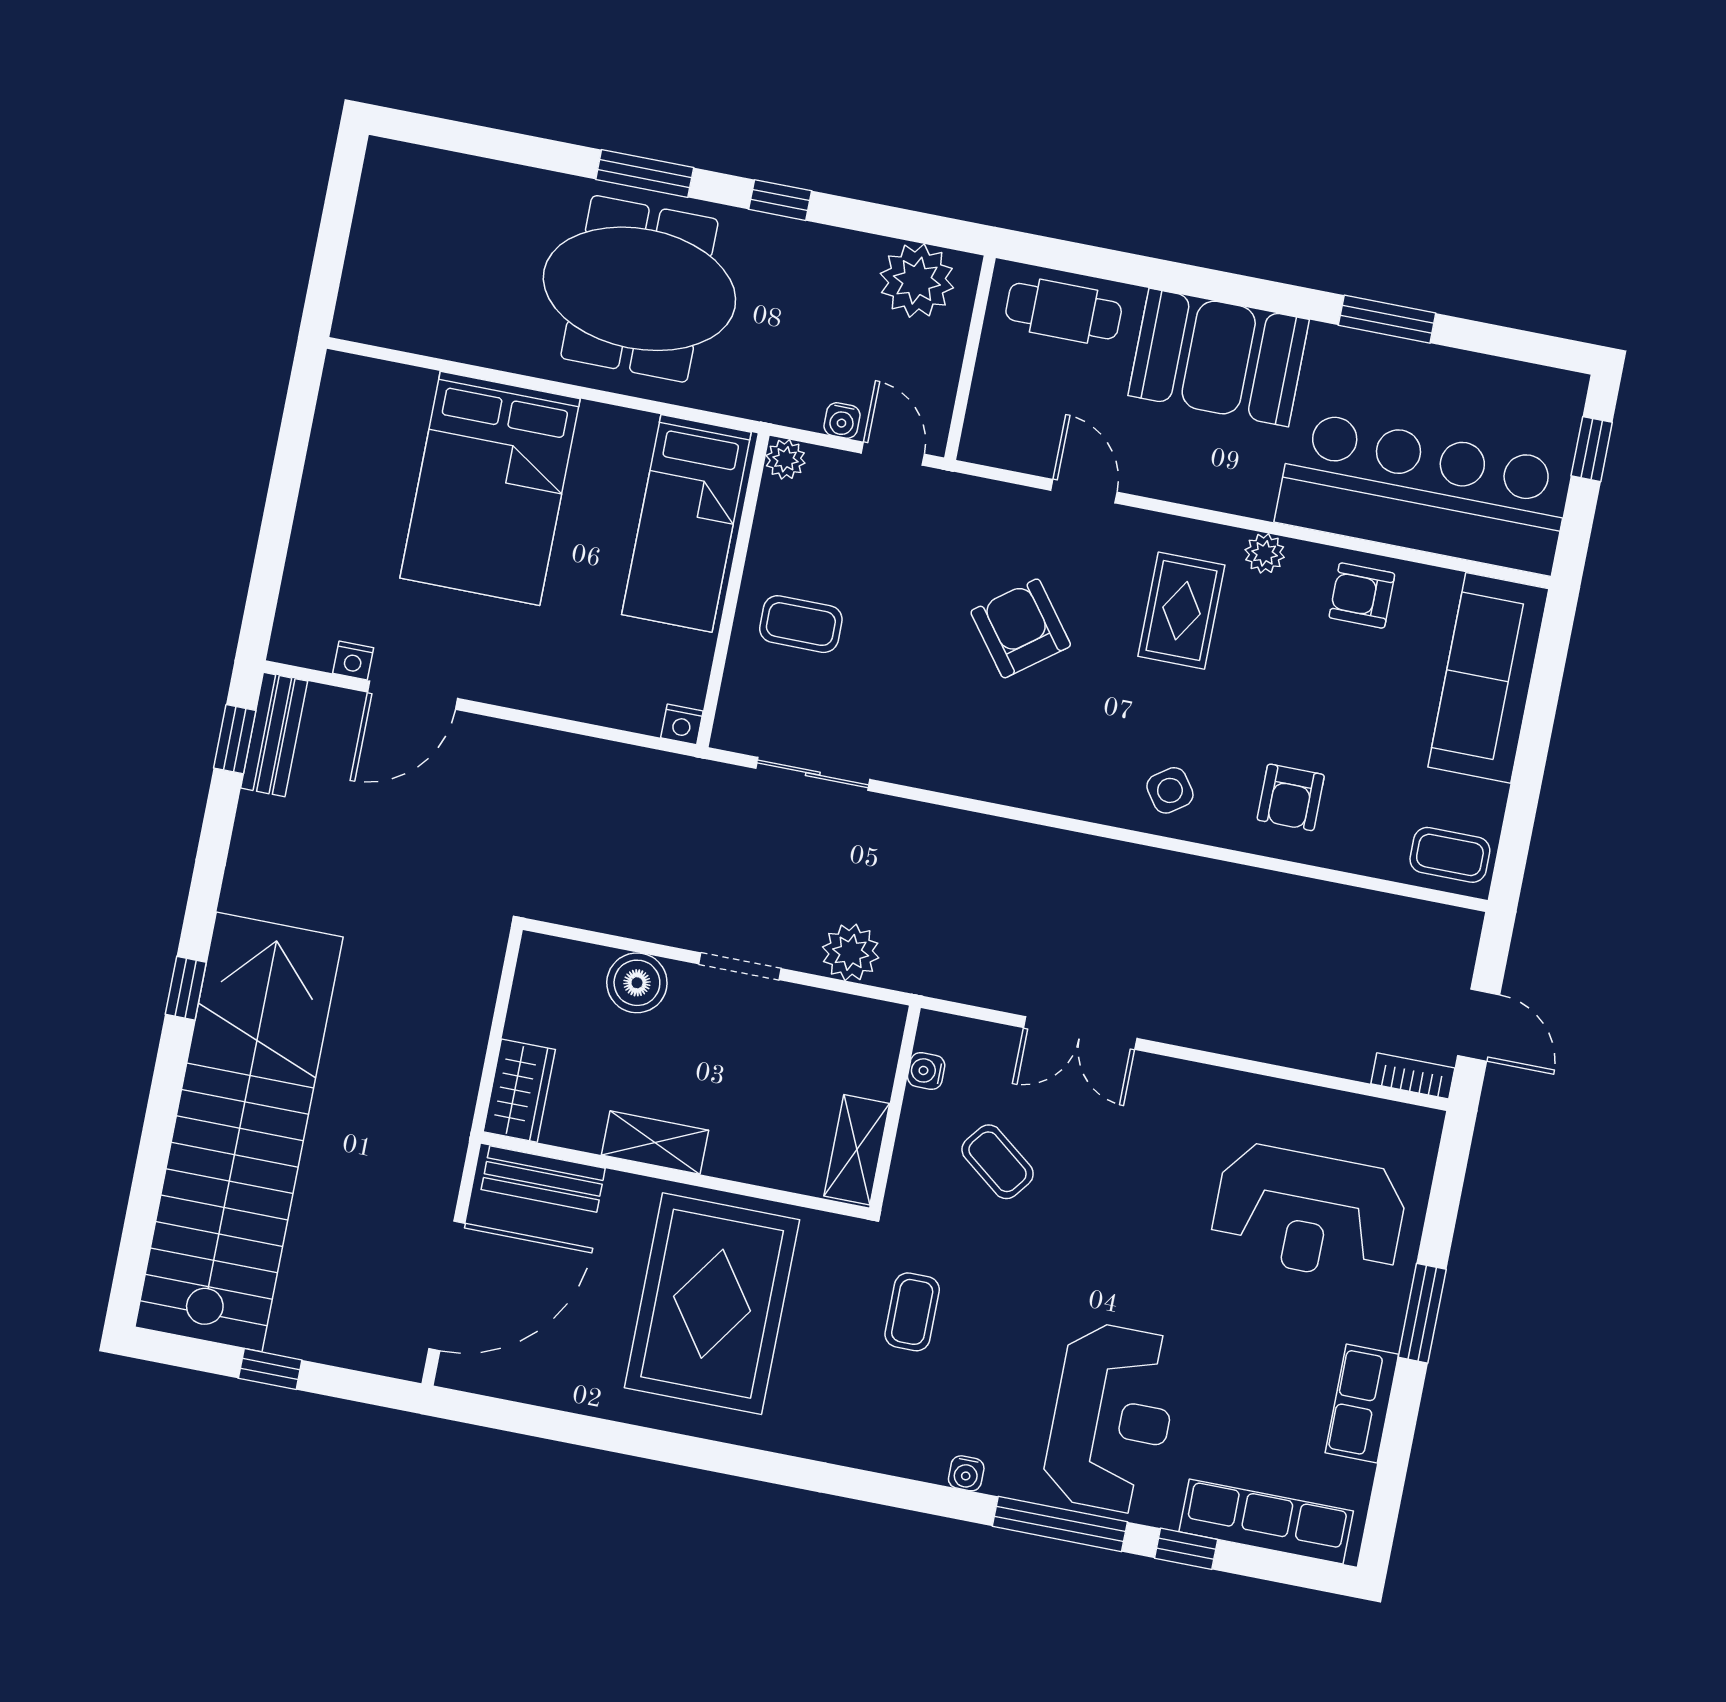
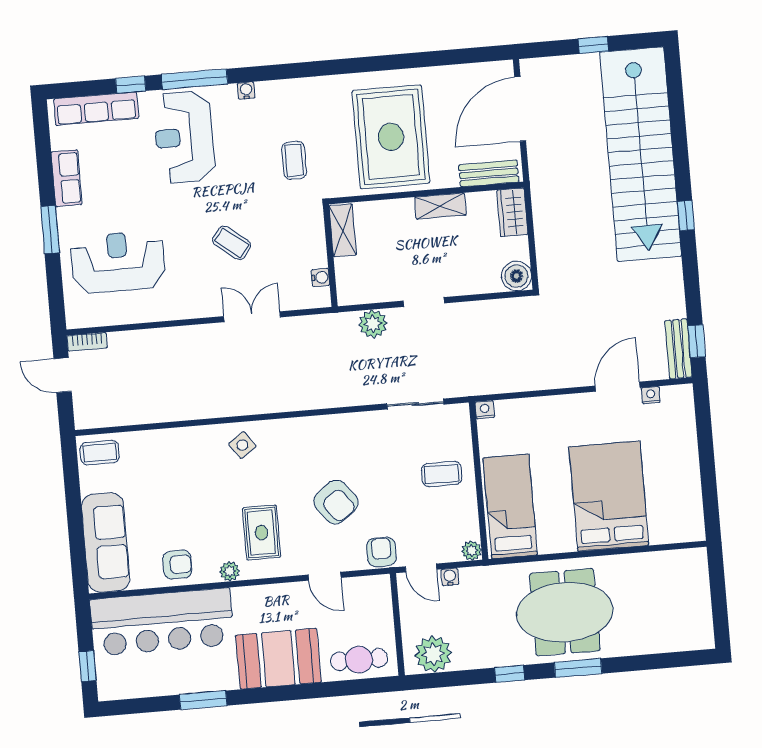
armchair: (1291, 797) -> (381, 552), moved
boiler: (637, 983) -> (517, 276), moved
coffee table: (998, 1162) -> (232, 243), moved

